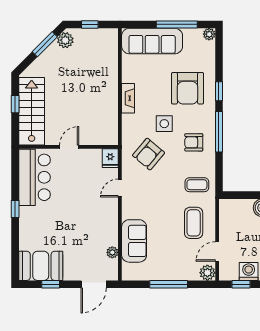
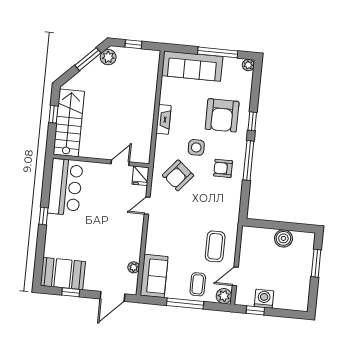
door: (69, 147) -> (120, 163), moved
coffee table: (197, 185) -> (198, 284), moved, turned 90
sofa: (134, 241) -> (154, 276), moved

